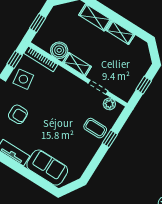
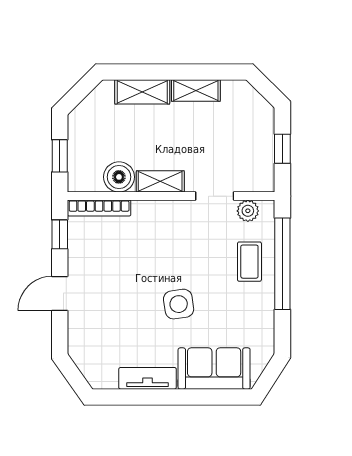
side table: (23, 79) -> (179, 304), moved
armchair: (18, 114) -> (118, 315), removed
coffee table: (95, 128) -> (249, 262), turned 90
window: (110, 139) -> (282, 264), width x3.17

